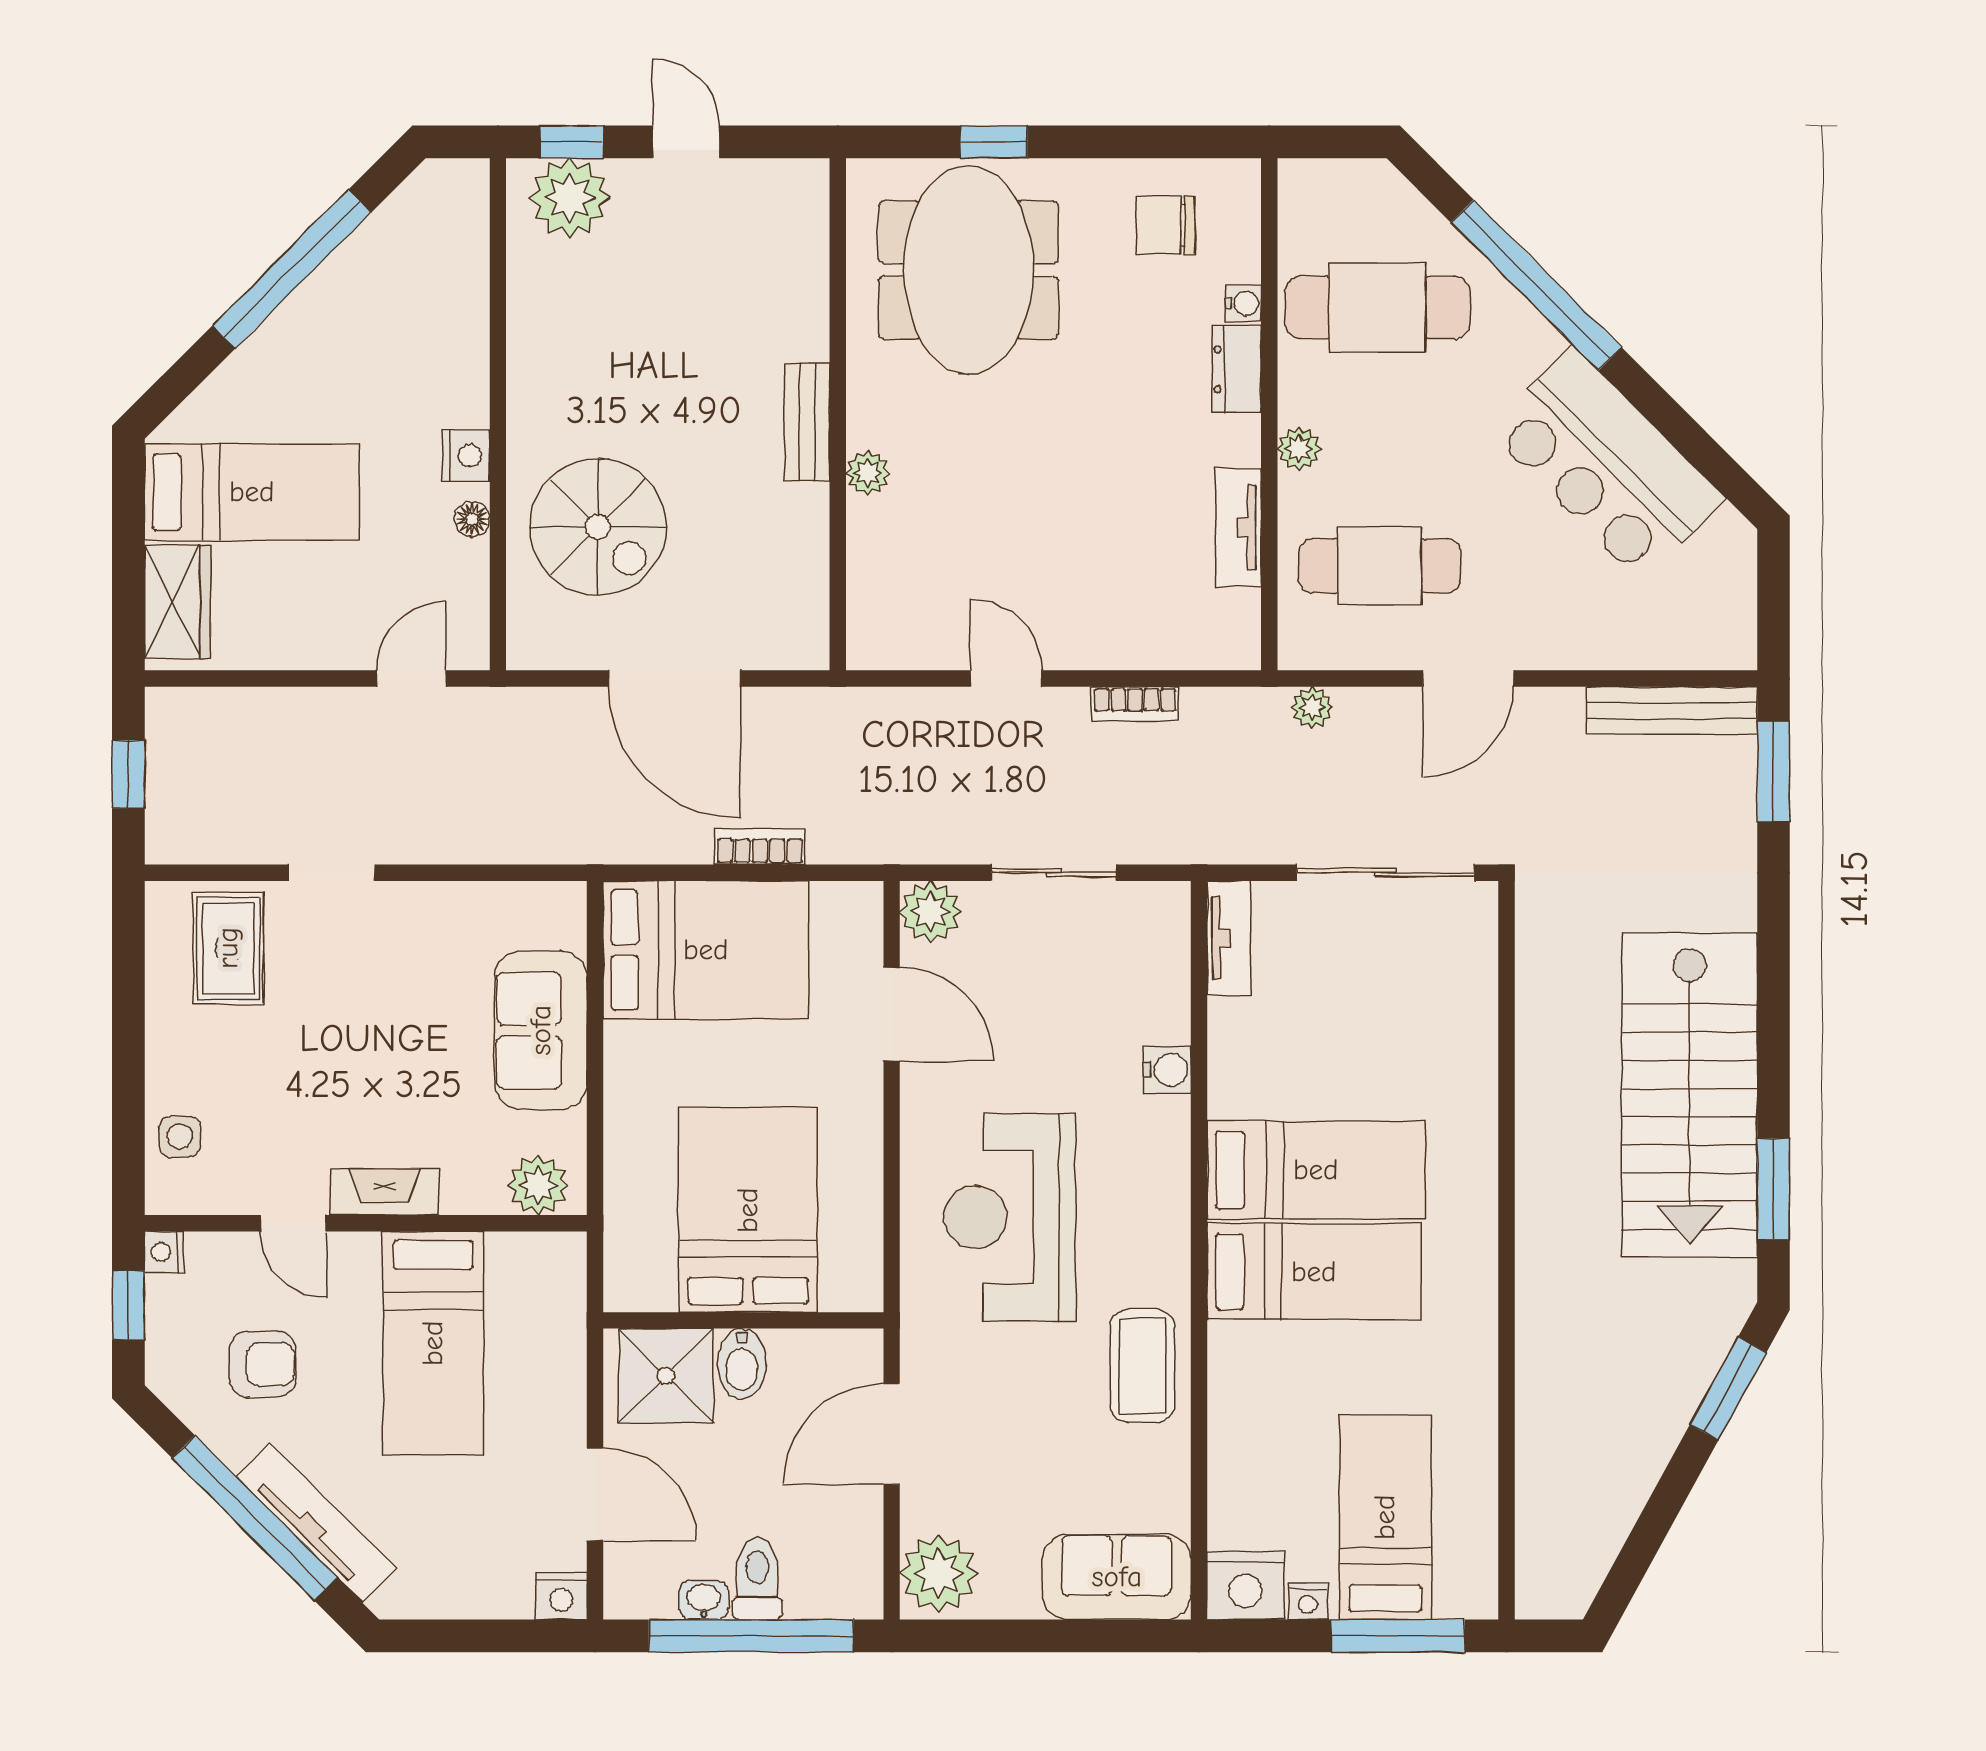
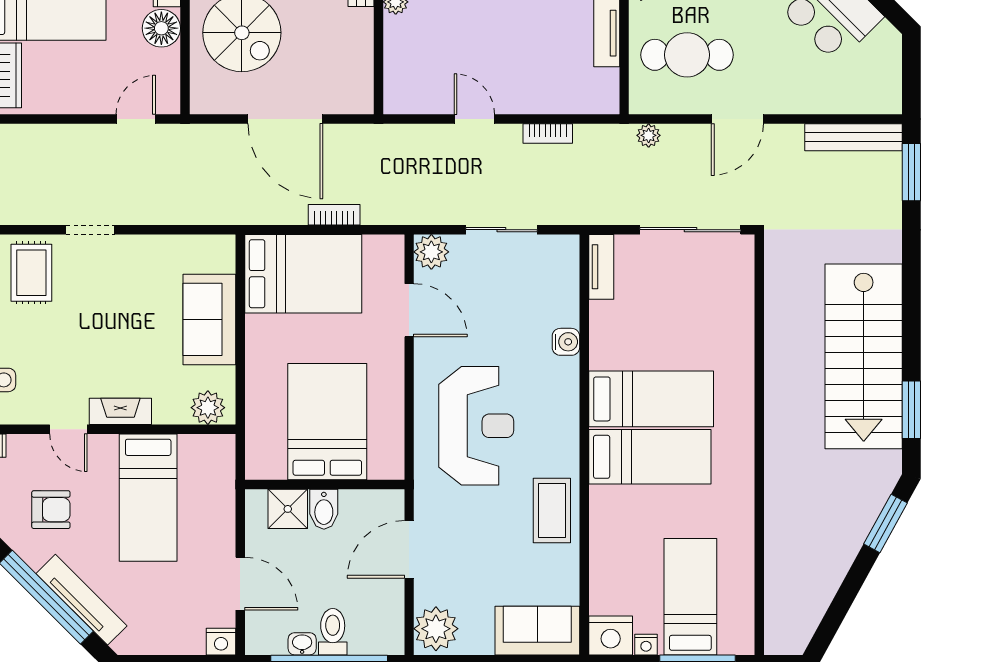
floor lamp: (472, 519) -> (161, 28), width x1.89, depth x1.89
reception desk: (1009, 1217) -> (476, 426), turned 180
shower: (666, 1376) -> (288, 509), width x0.73, depth x0.73

